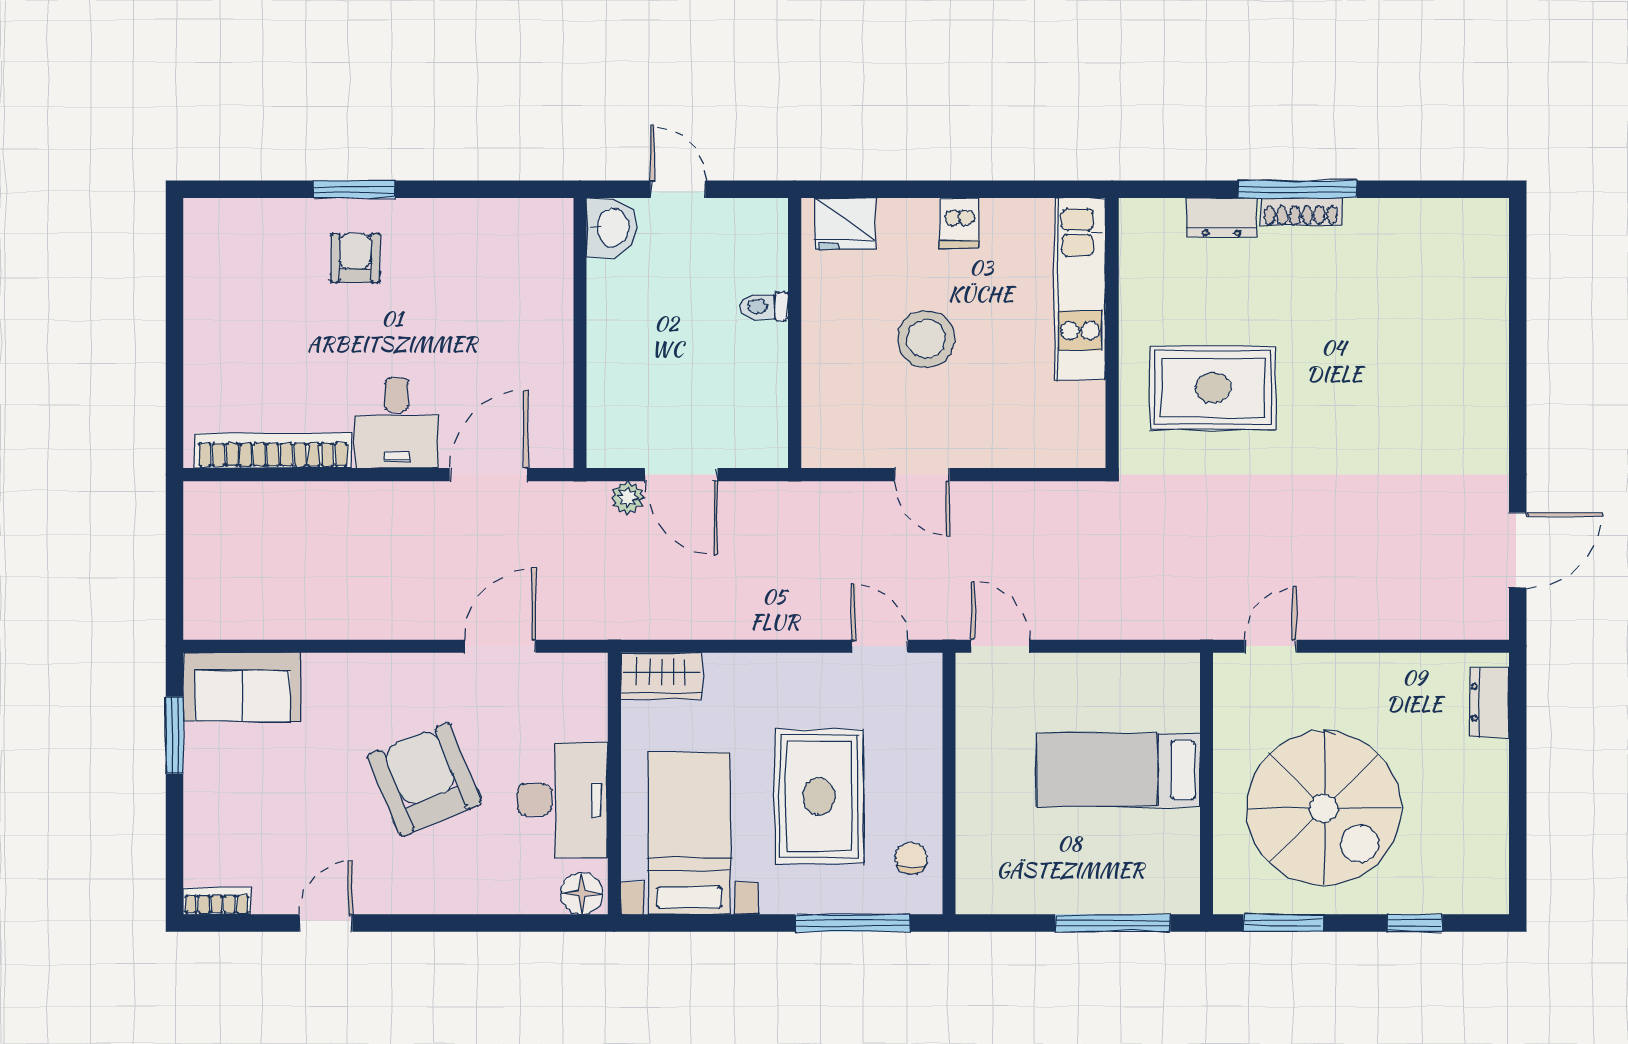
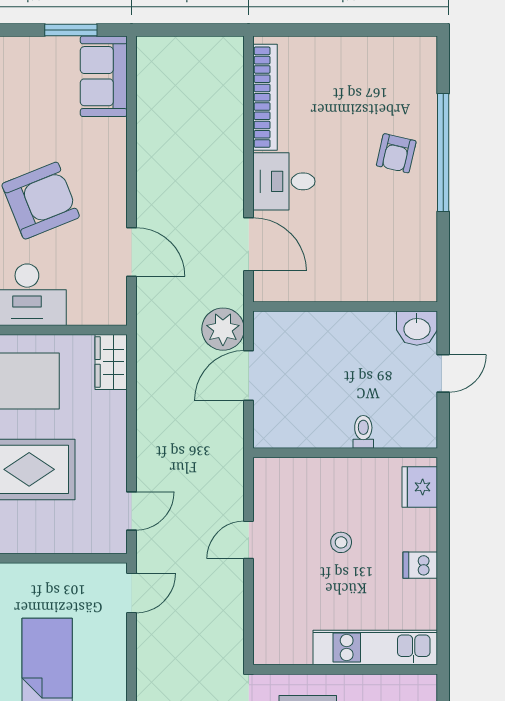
window: (354, 189) -> (443, 152), width x2.11
armchair: (355, 258) -> (396, 153), turned 103
stool: (926, 339) -> (341, 542), width x0.53, depth x0.53
plant: (628, 498) -> (223, 329), width x1.88, depth x1.88

